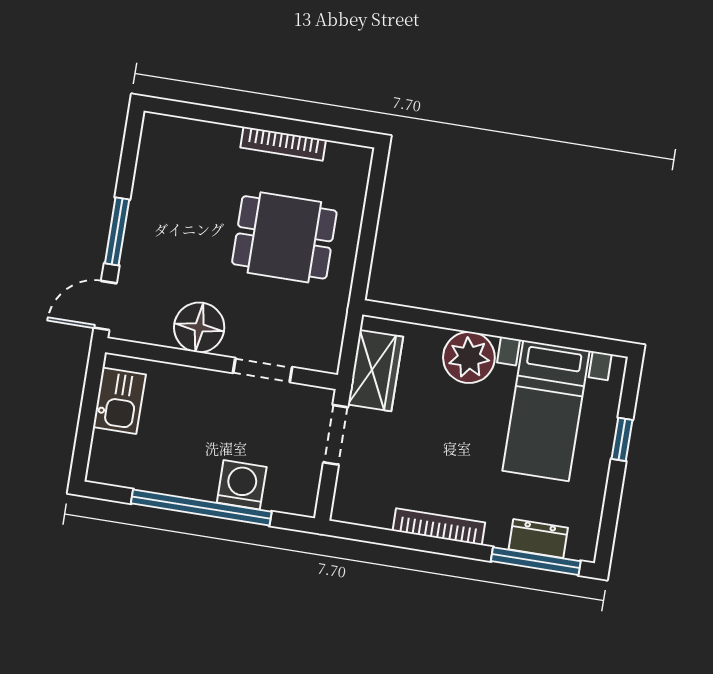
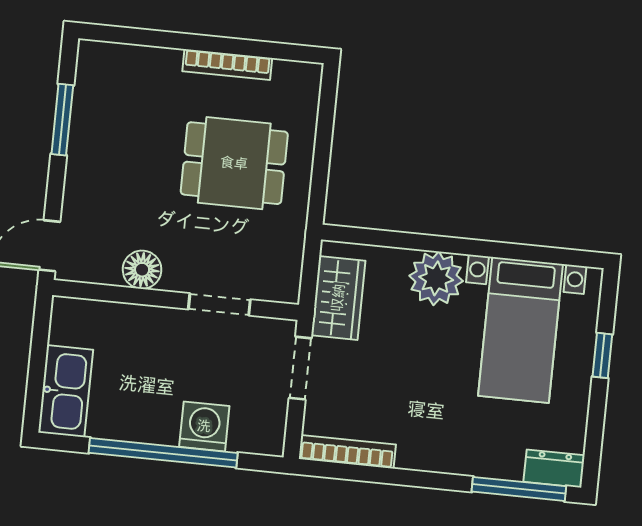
window: (117, 231) -> (62, 120), moved
floor lamp: (199, 327) -> (142, 270), width x0.73, depth x0.73
kitchen sink: (119, 401) -> (66, 391), moved, width x1.38
bookcase: (439, 527) -> (347, 452), moved
dresser: (538, 539) -> (554, 469), moved

